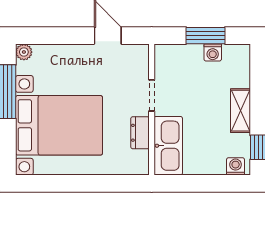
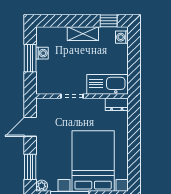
window: (51, 36) -> (30, 167), added
dresser: (140, 133) -> (117, 104), moved

